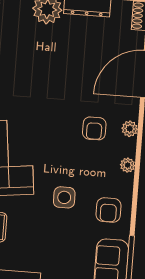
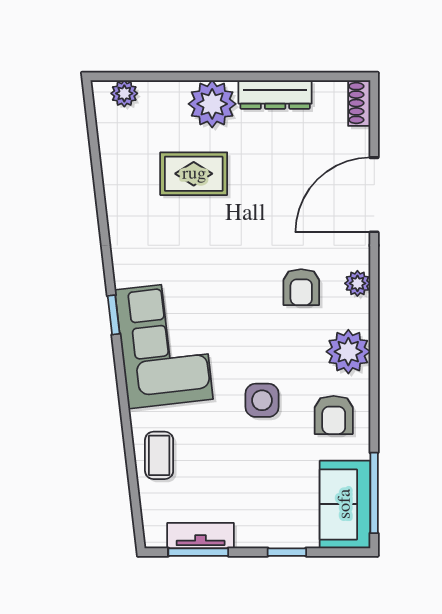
rug: (32, 52) -> (194, 174), added
plant: (128, 165) -> (348, 352), width x1.87, depth x1.87

